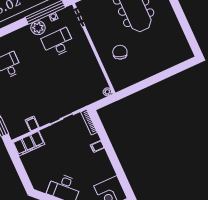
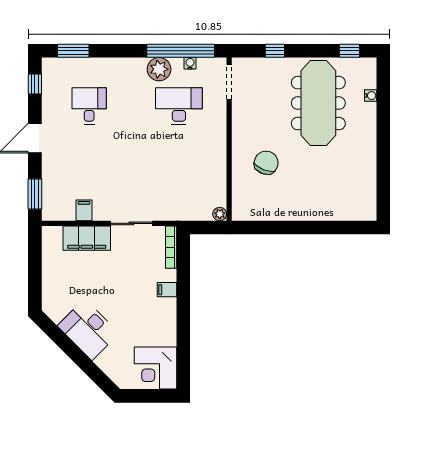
filing cabinet: (29, 144) -> (87, 238), moved

